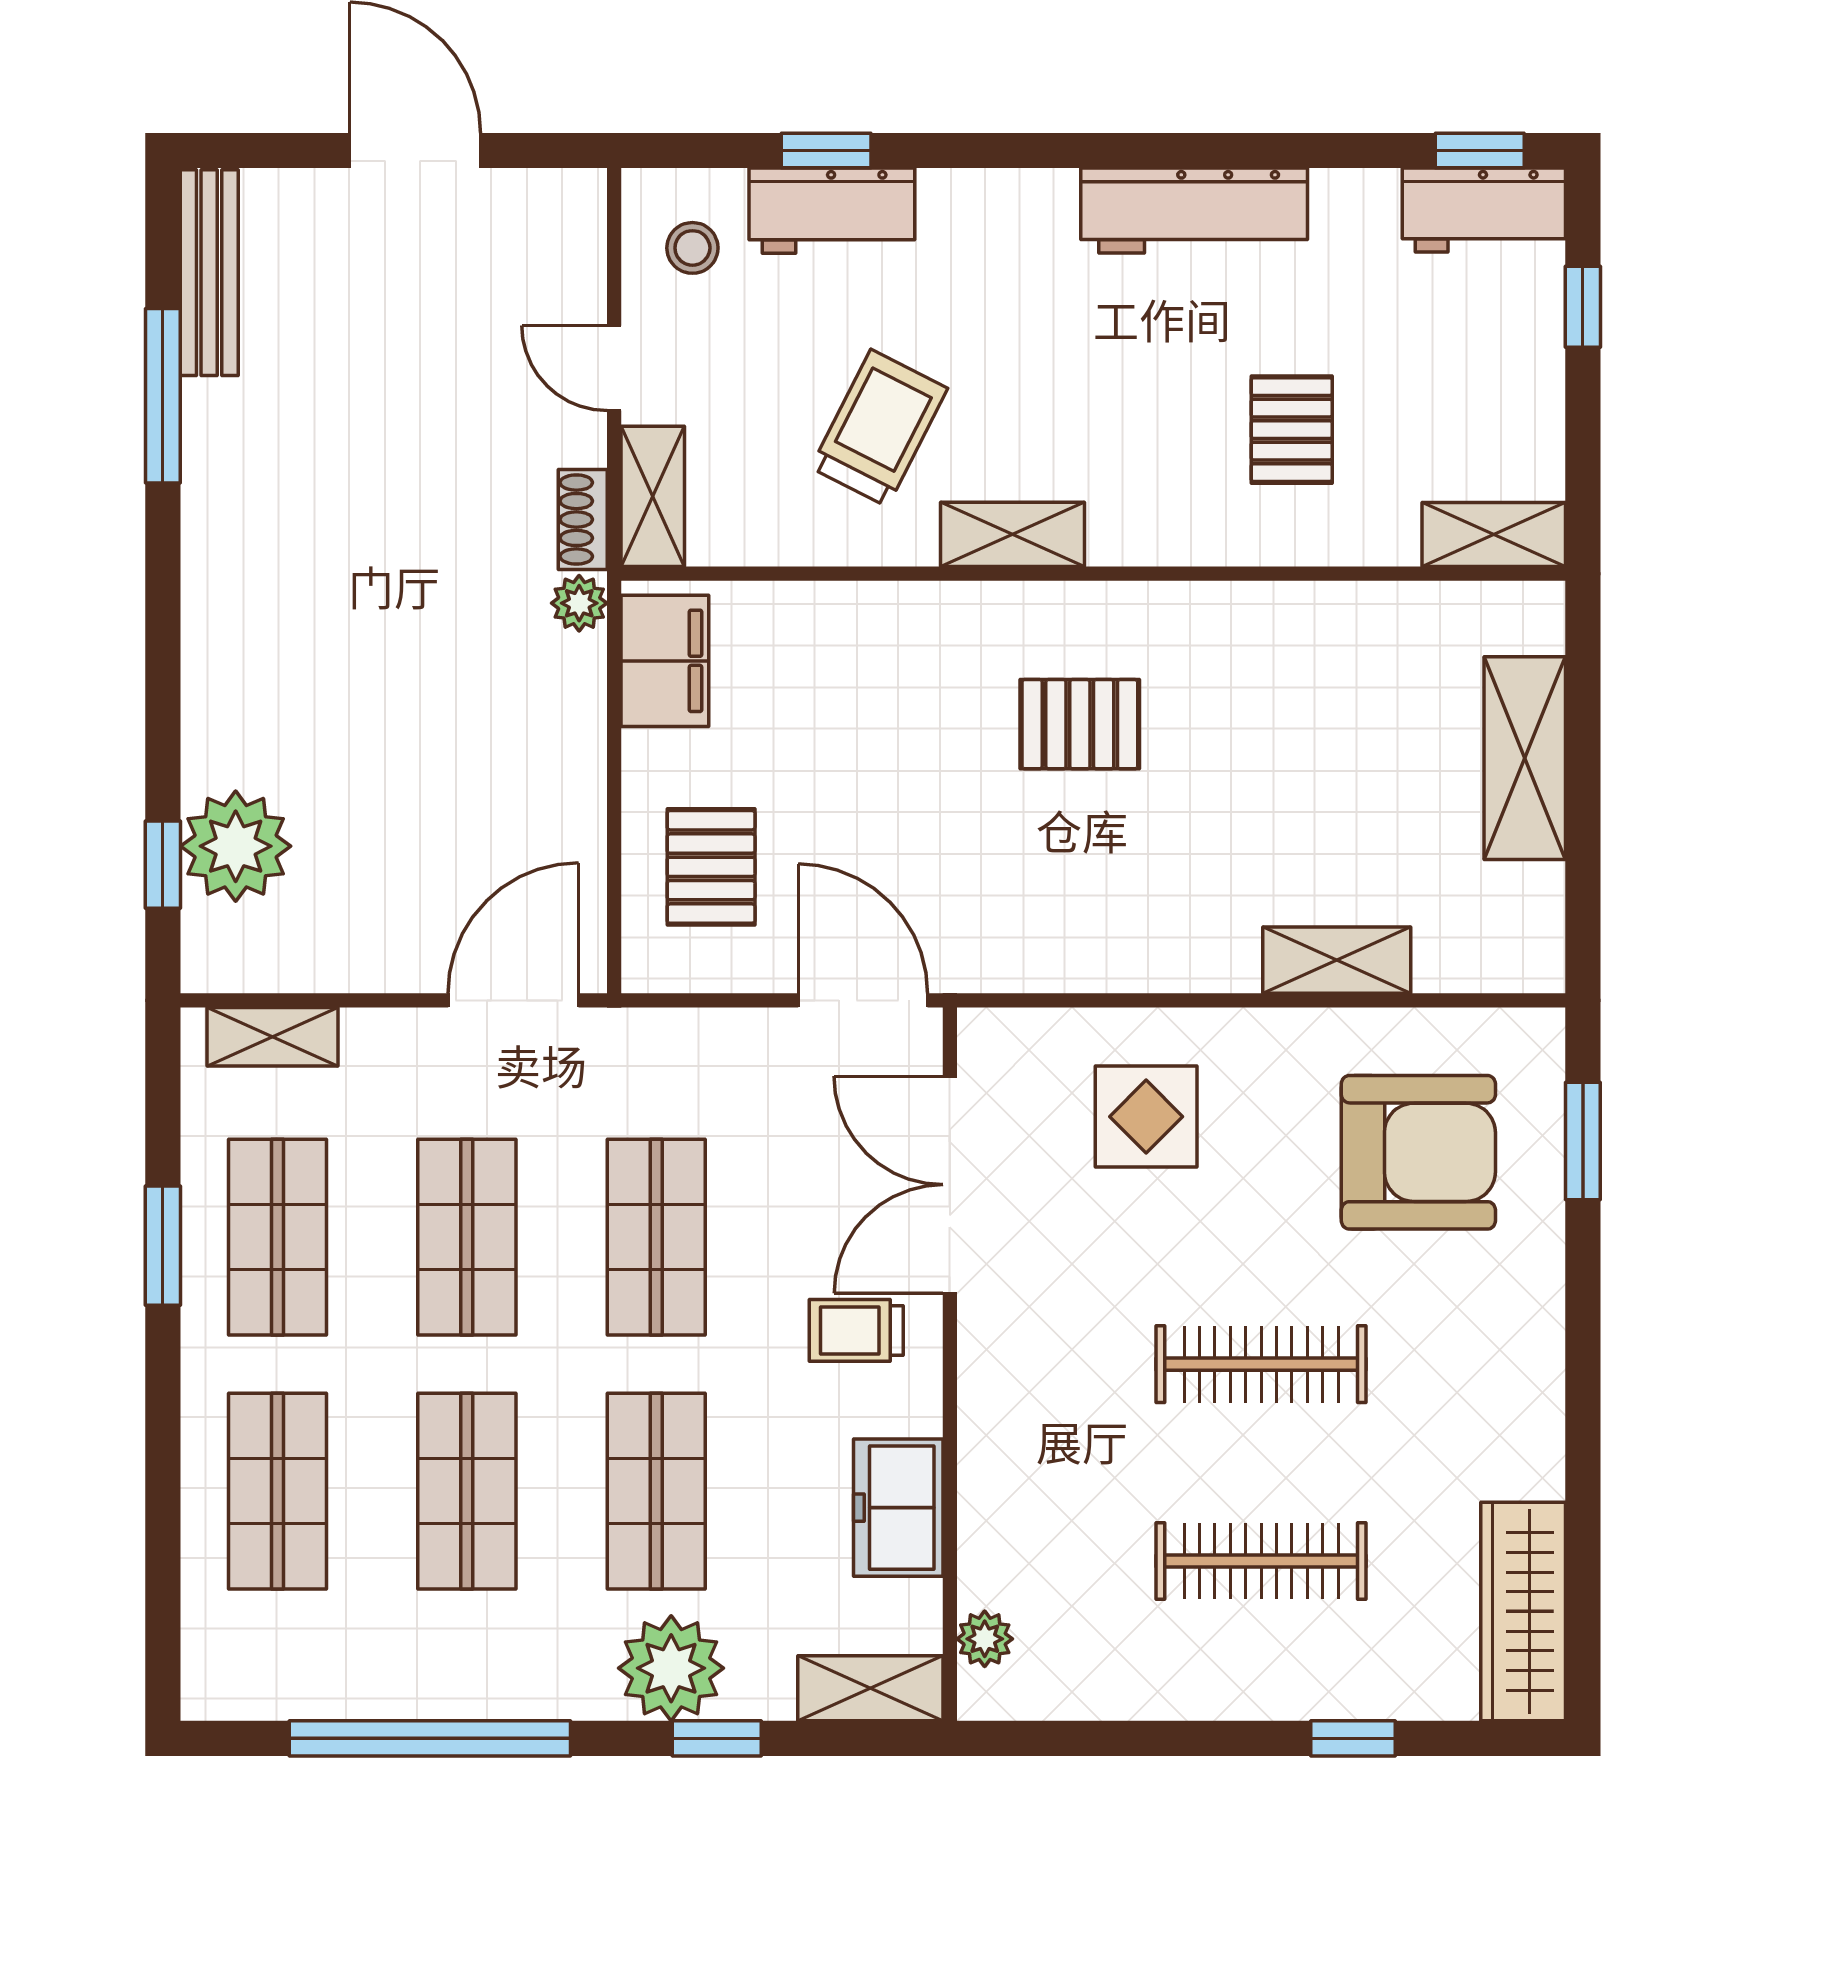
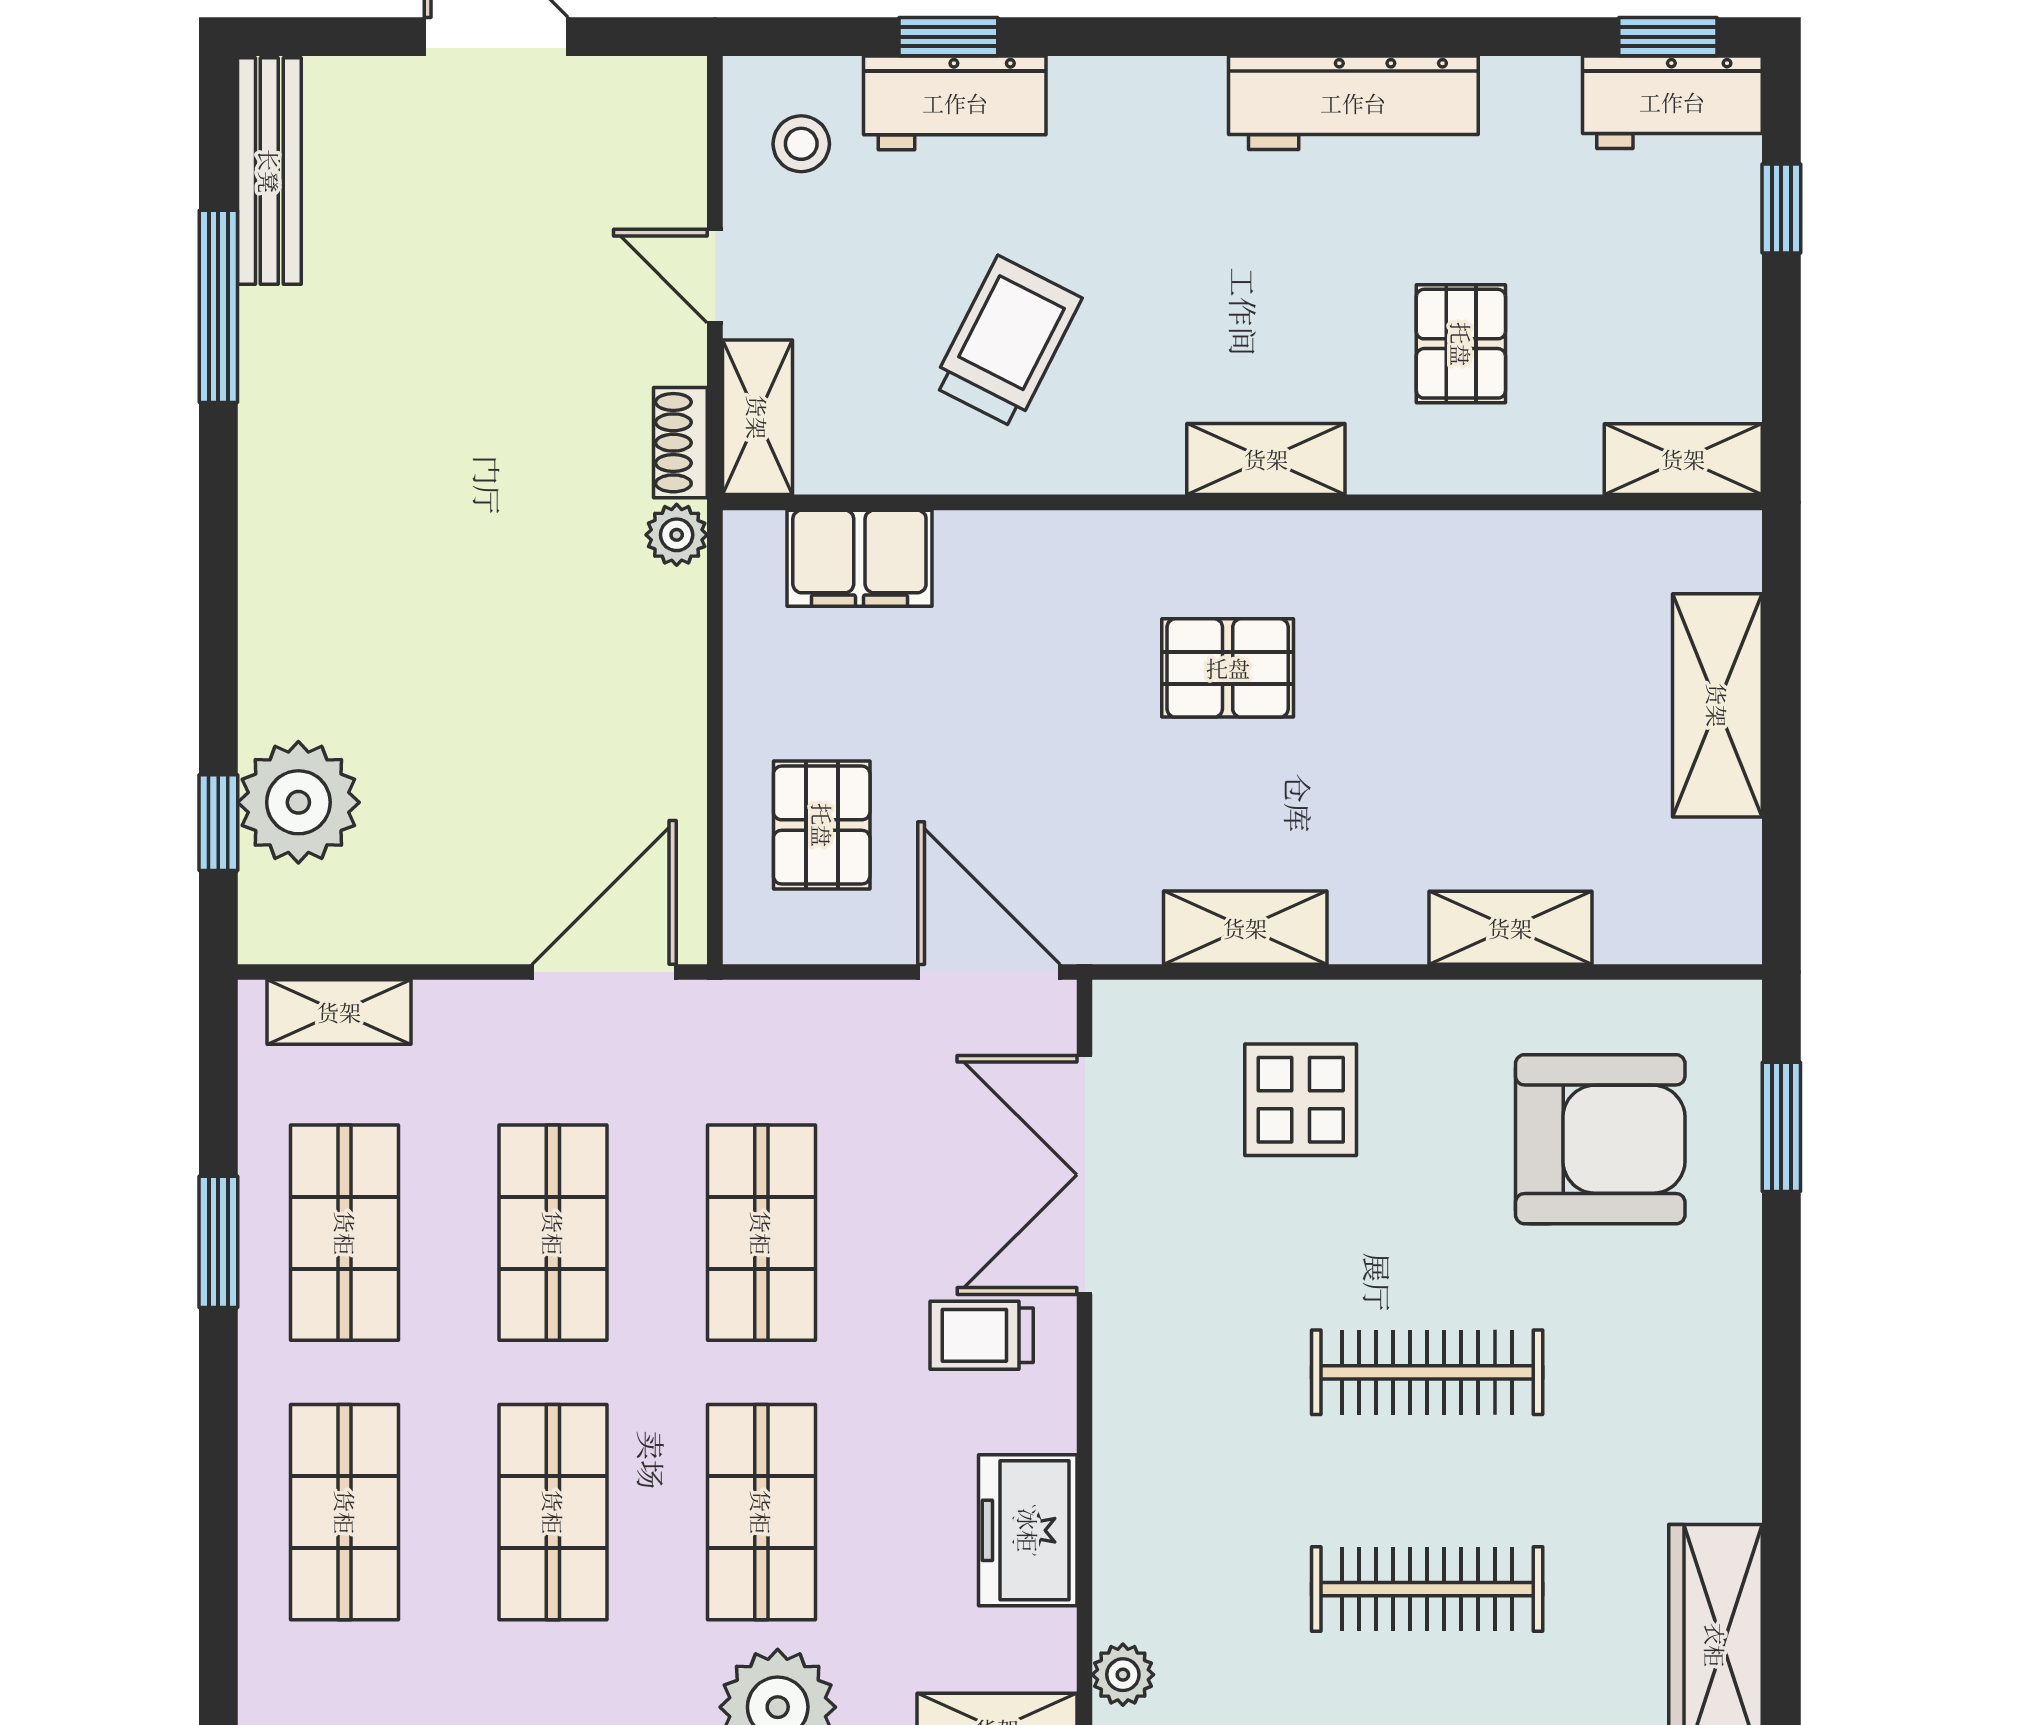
shelving: (1013, 534) -> (1266, 459), moved
filing cabinet: (665, 661) -> (859, 558), moved, turned 90
shelving: (1096, 960) -> (1245, 928), added

